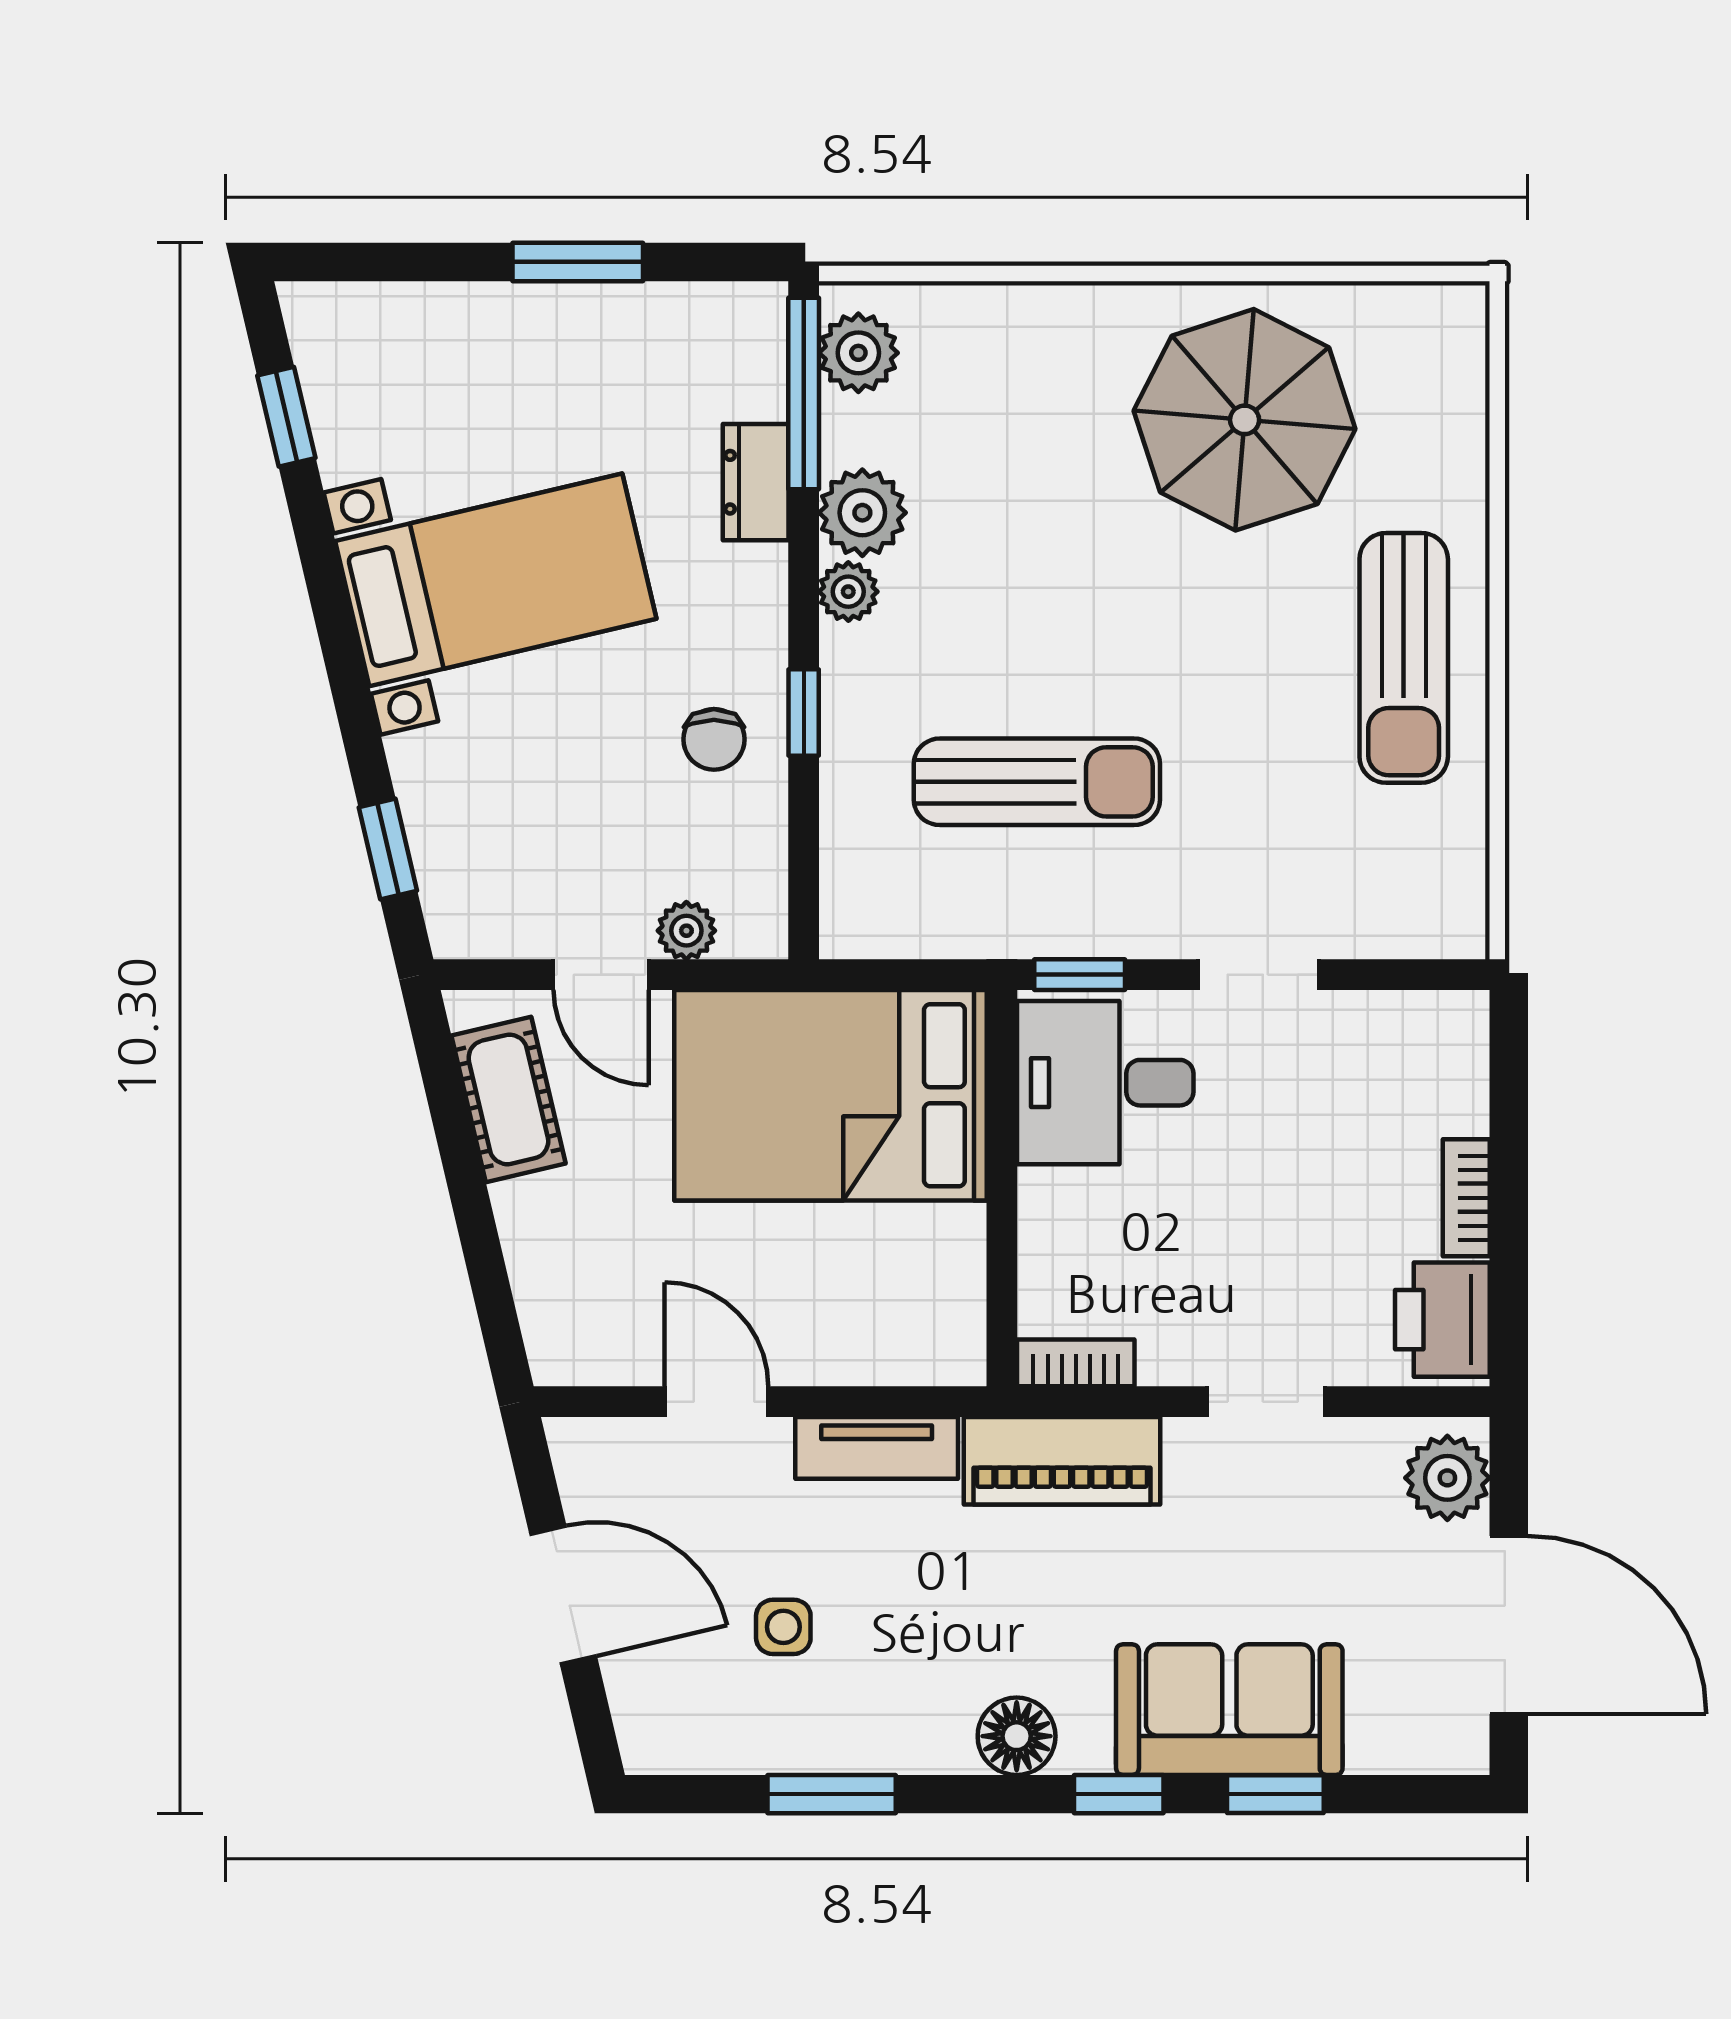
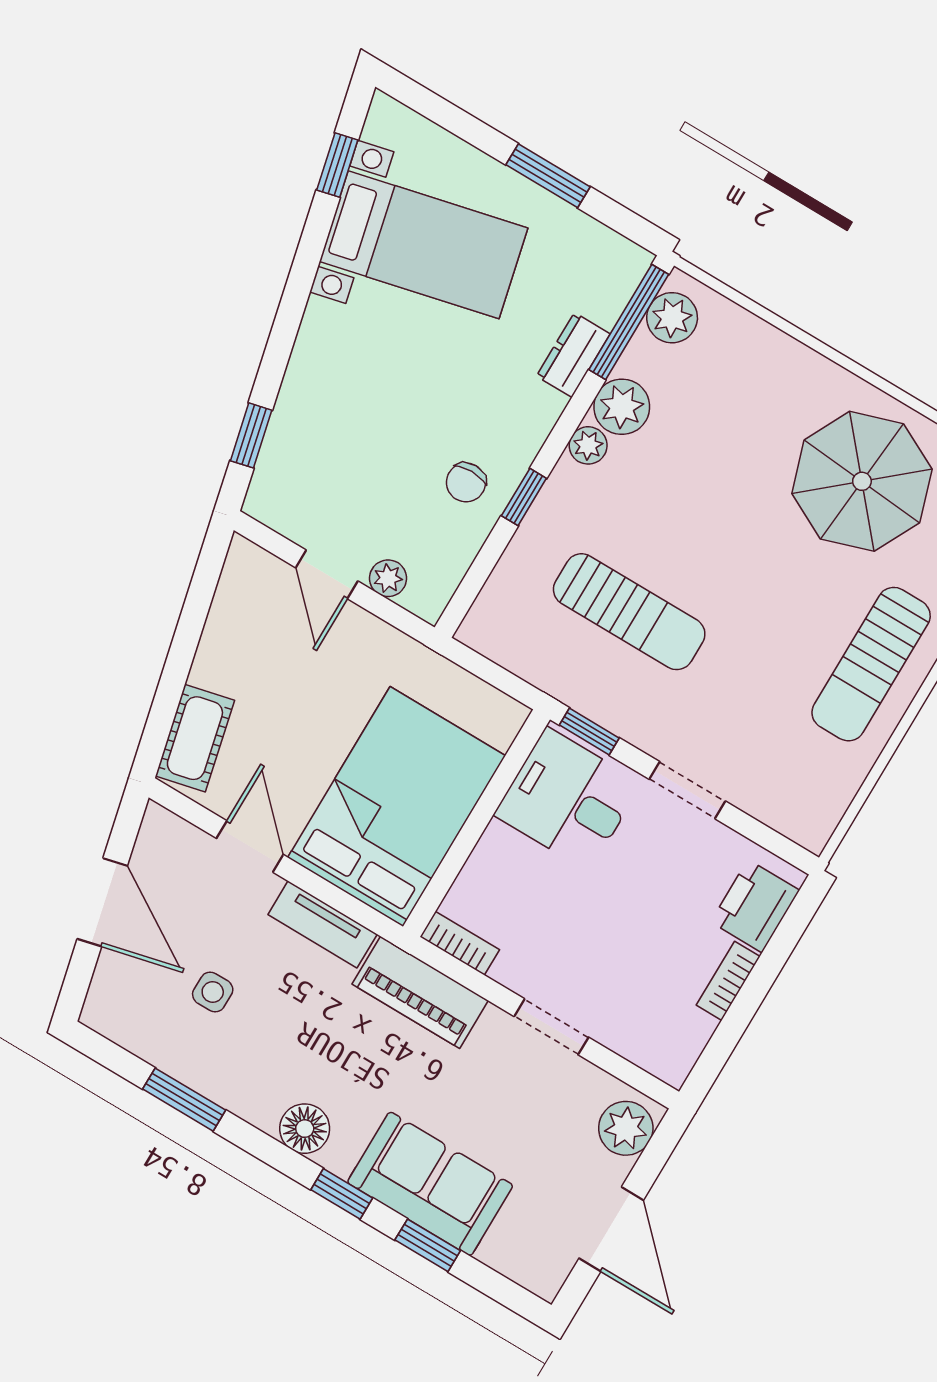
bed with nightstands: (496, 580) -> (424, 245), moved
bed: (831, 1095) -> (397, 807), moved, turned 90
cot: (508, 1099) -> (195, 738), moved
printer: (1442, 1320) -> (755, 906), moved
door: (1509, 1625) -> (611, 1229), width x0.73

